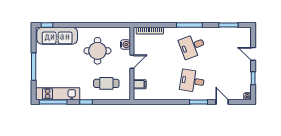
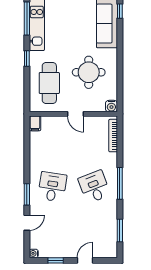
water cooler: (125, 45) -> (111, 106), moved
cafe table: (106, 83) -> (49, 83), width x1.37, depth x1.35
filing cabinet: (140, 84) -> (35, 123), moved

